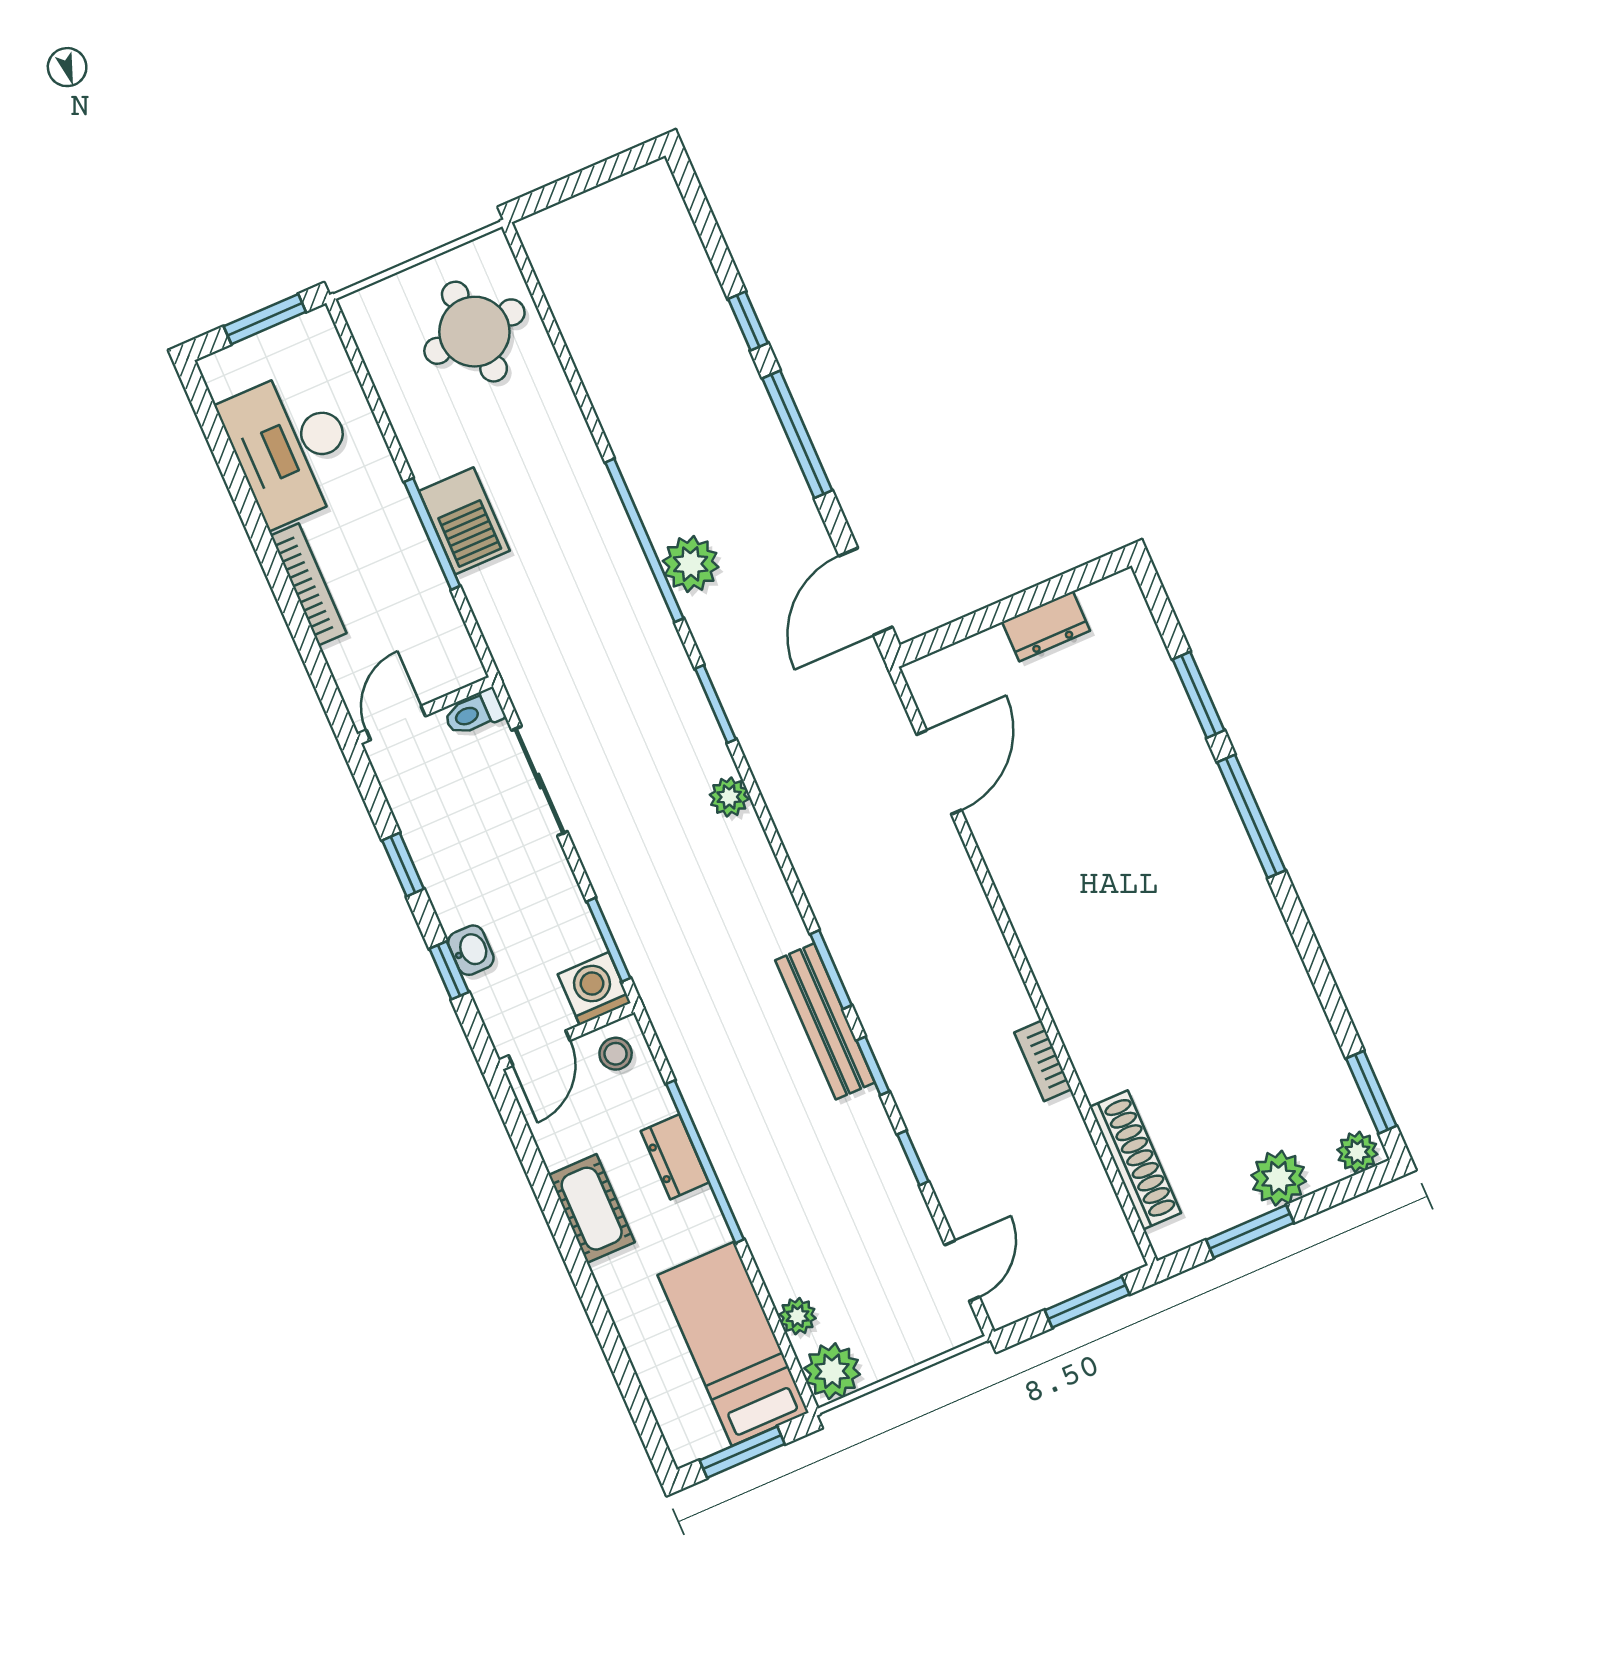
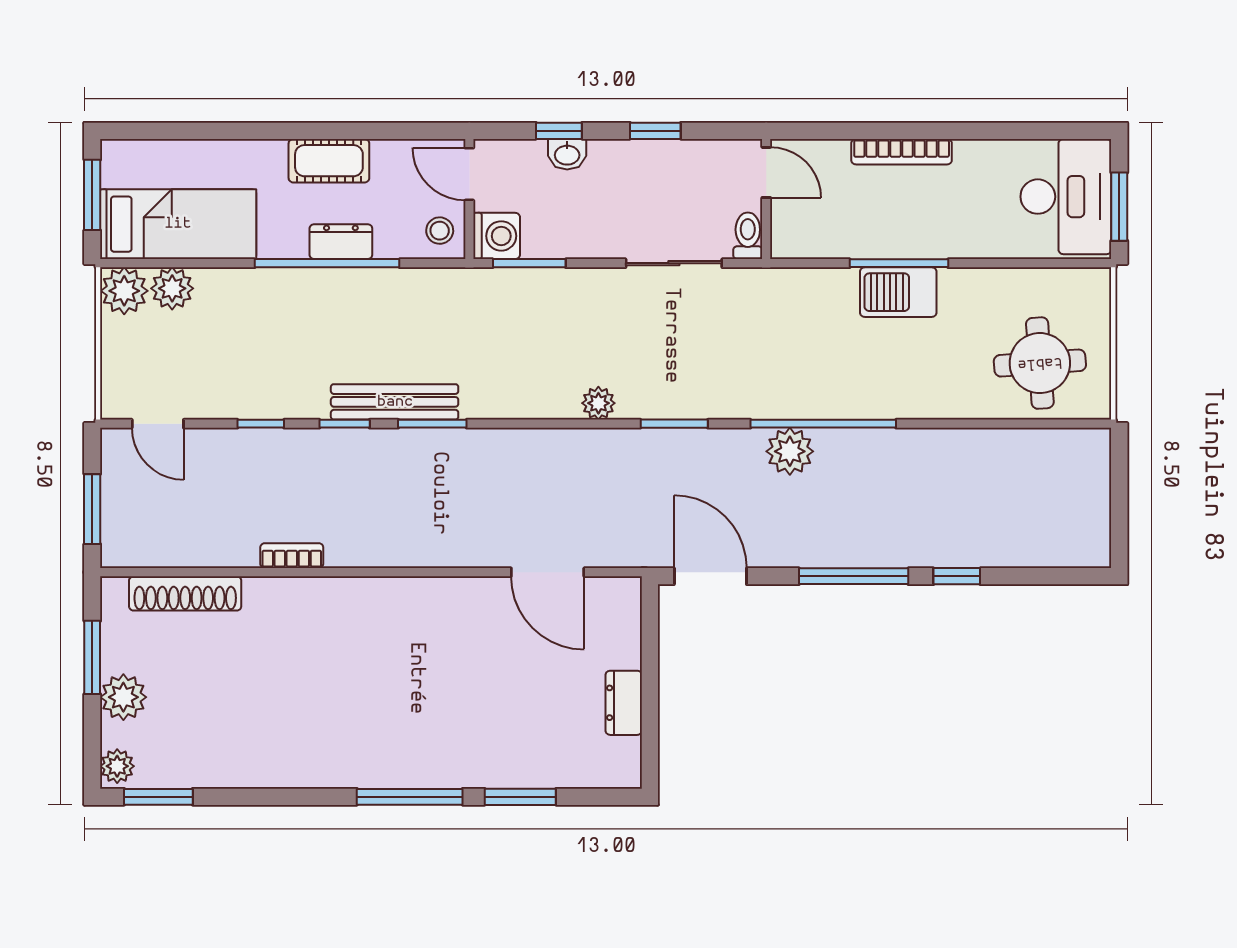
desk: (291, 447) -> (1066, 197), moved, turned 90
plant: (798, 1316) -> (172, 288), width x1.38, depth x1.38

